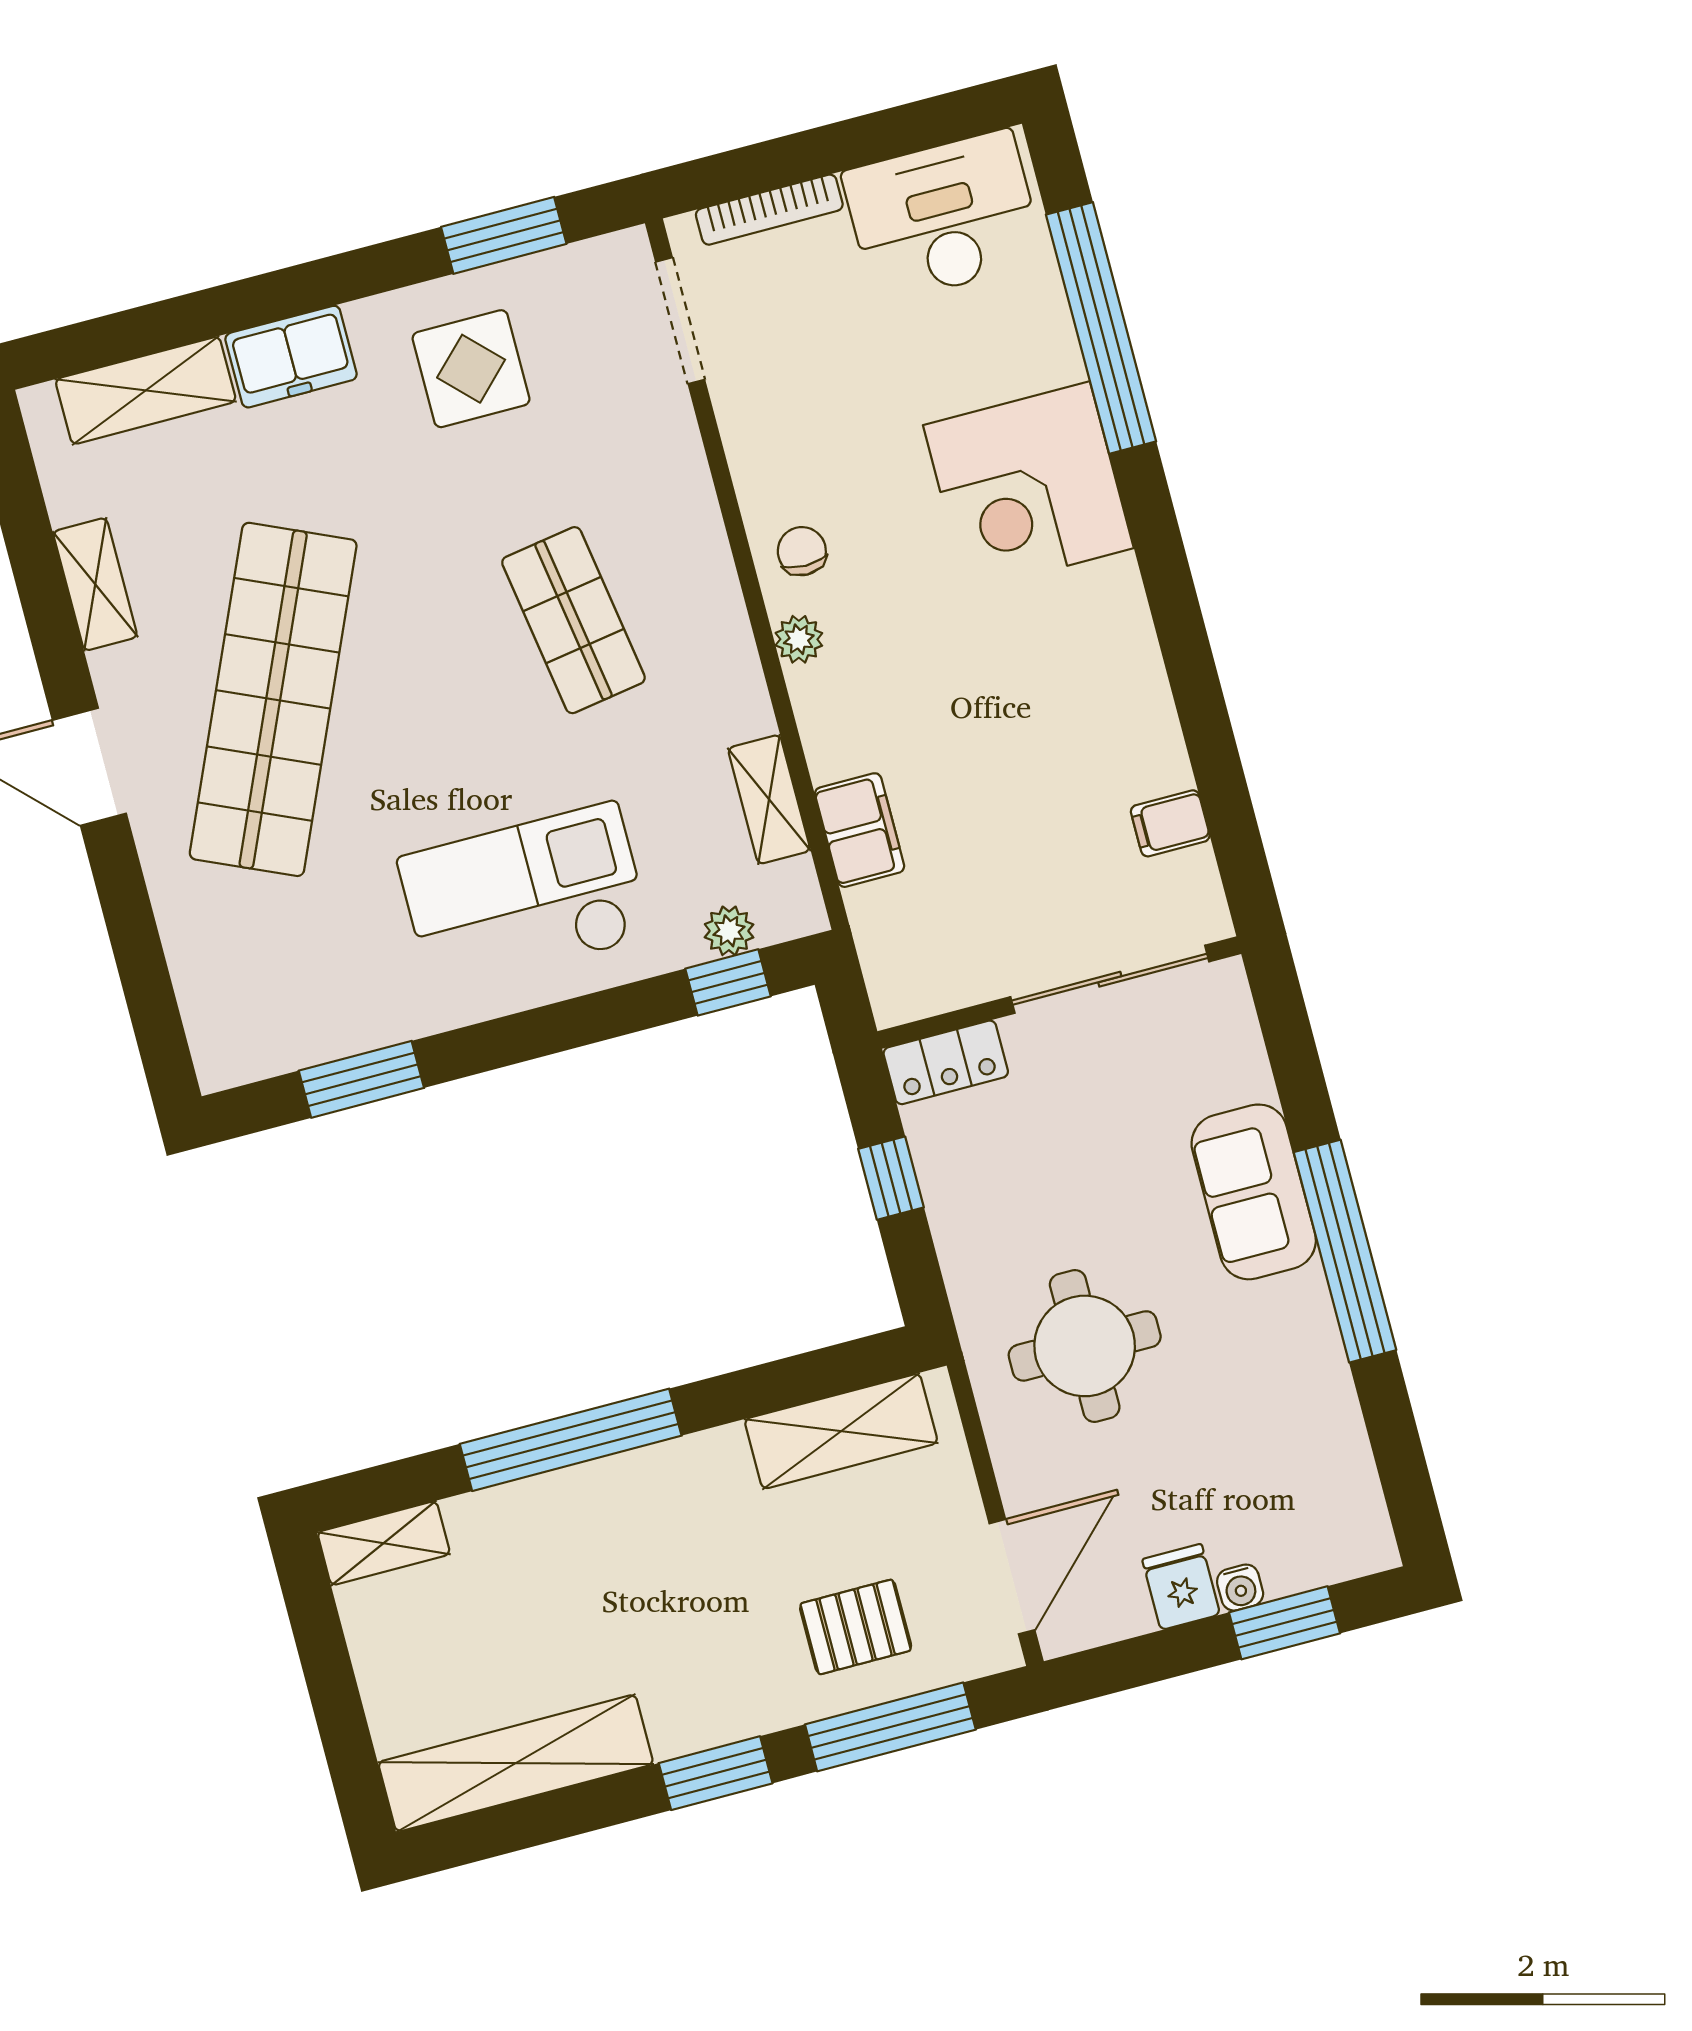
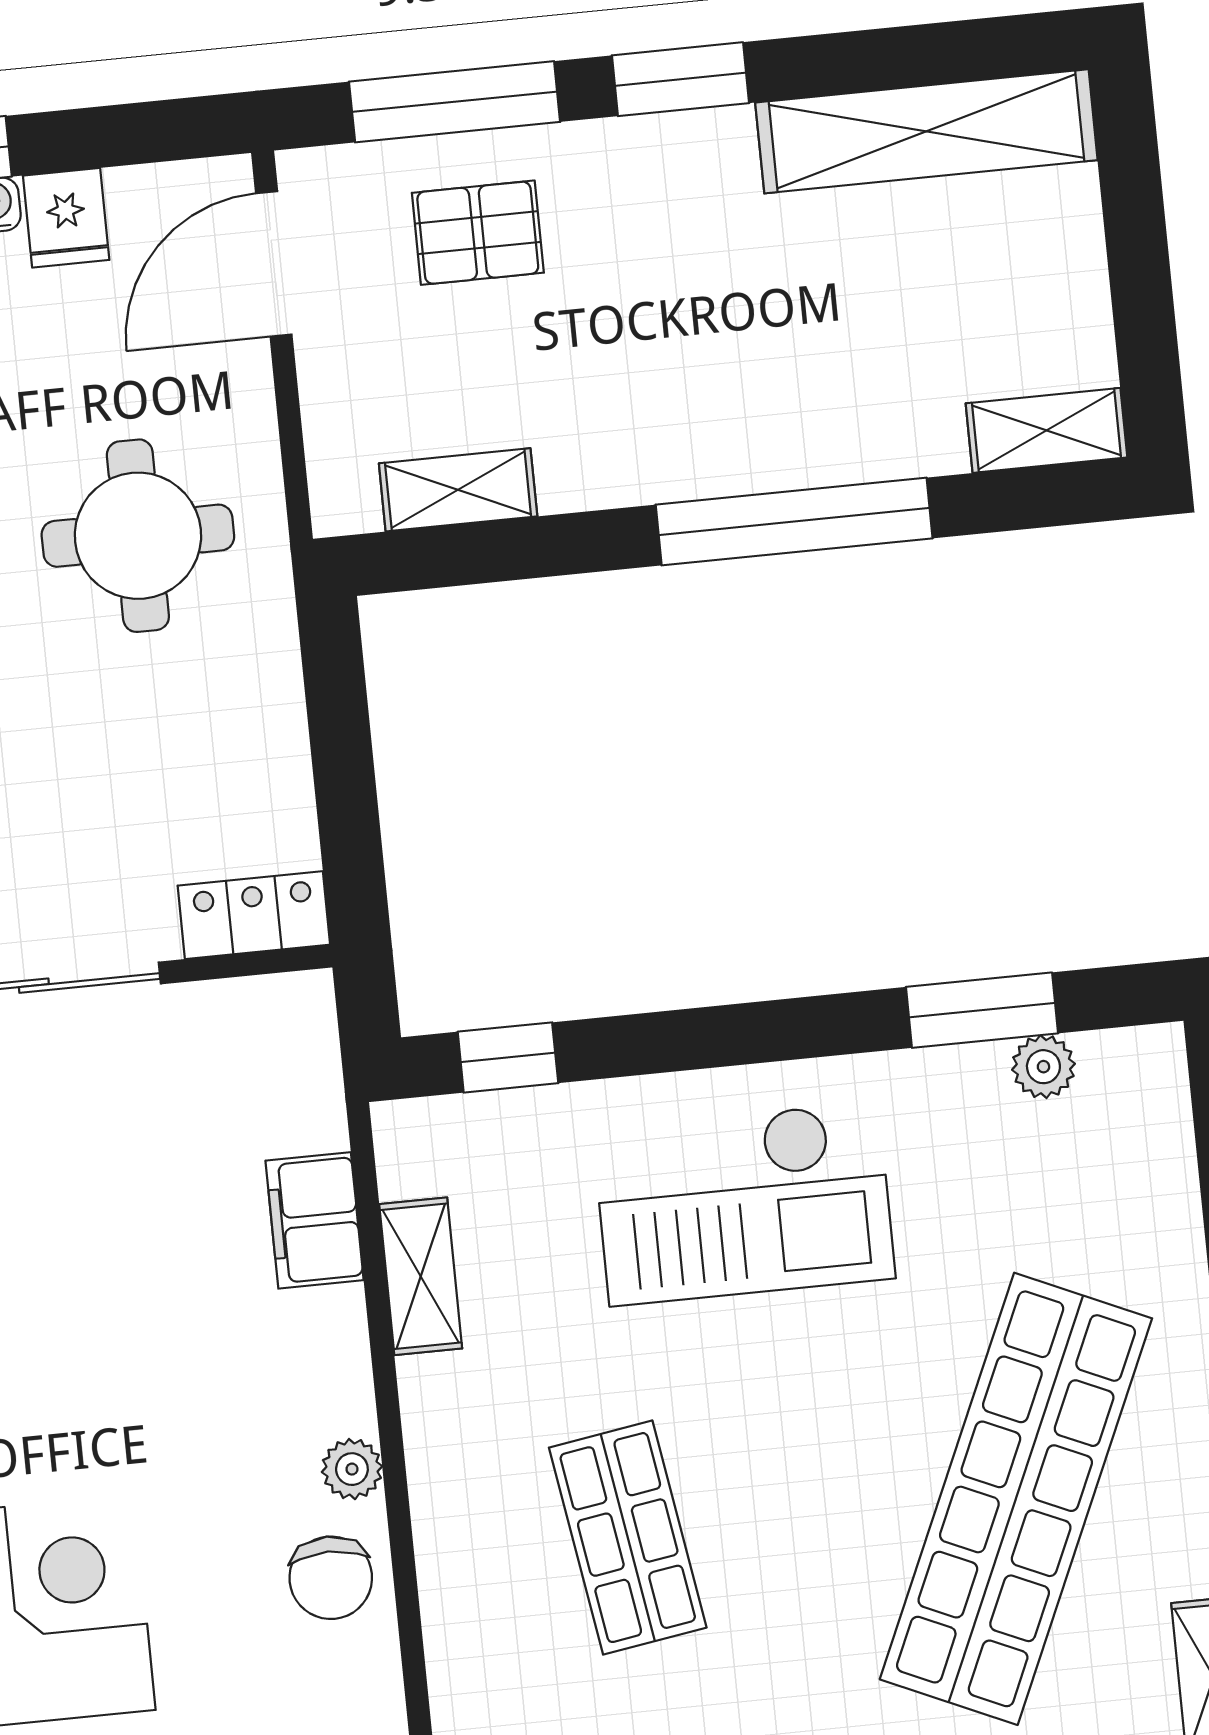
chair: (802, 551) -> (331, 1578), width x1.37, depth x1.37
plant: (729, 931) -> (1043, 1067), moved
window: (891, 1178) -> (345, 782), removed
shelving: (841, 1431) -> (458, 490), width x0.67, depth x0.75

